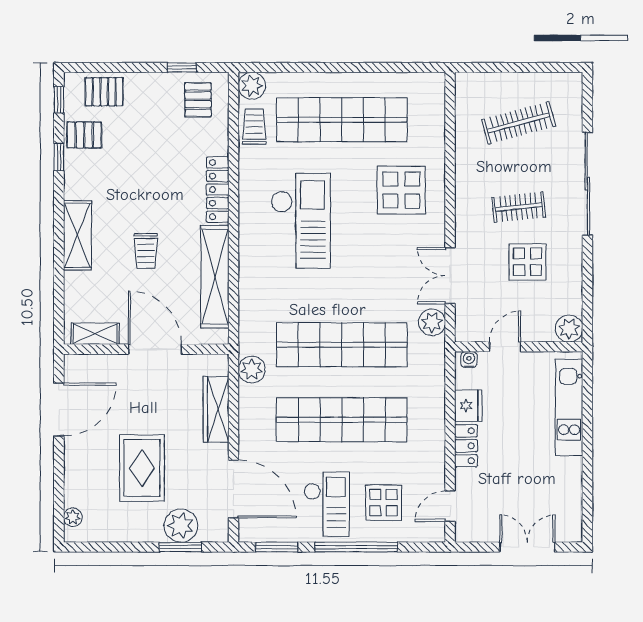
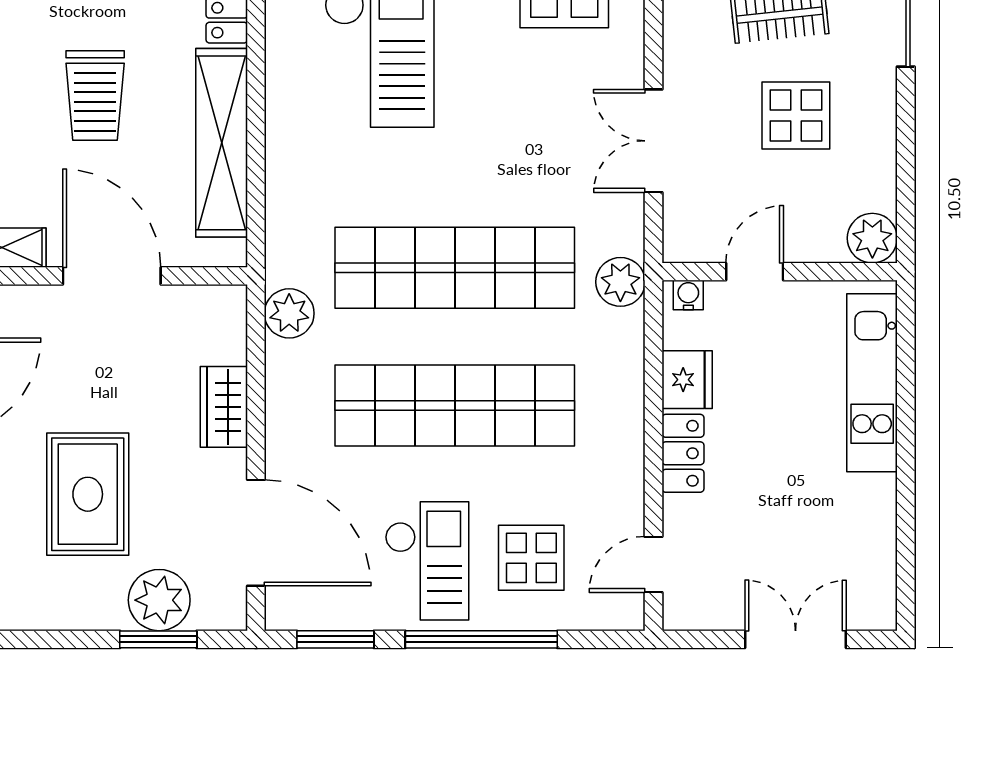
trolley: (146, 251) -> (95, 96), width x1.36, depth x1.39
plant: (432, 322) -> (620, 282), moved
wardrobe: (216, 409) -> (224, 407), width x0.67

